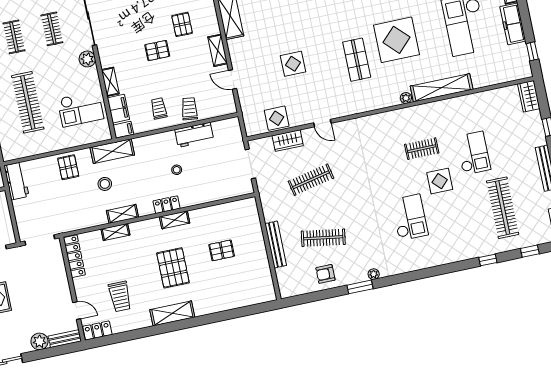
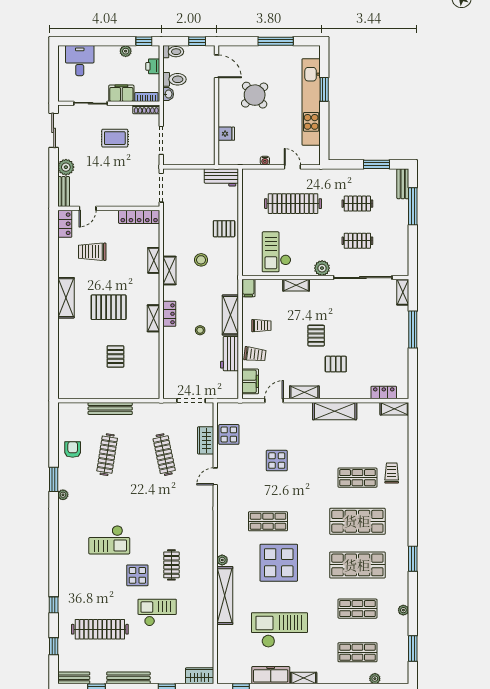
filing cabinet: (118, 109) -> (250, 381), moved, turned -90
shelving: (112, 151) -> (230, 315), moved
checkout: (473, 153) -> (157, 612), turned 180

